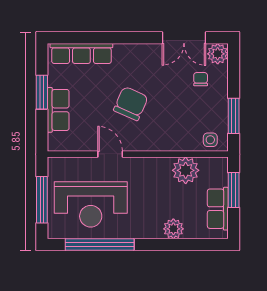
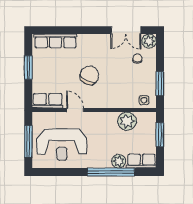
row of seats: (58, 110) -> (48, 101), moved, turned -90
row of seats: (218, 209) -> (141, 161), moved, turned 90
window: (100, 244) -> (111, 172), moved

